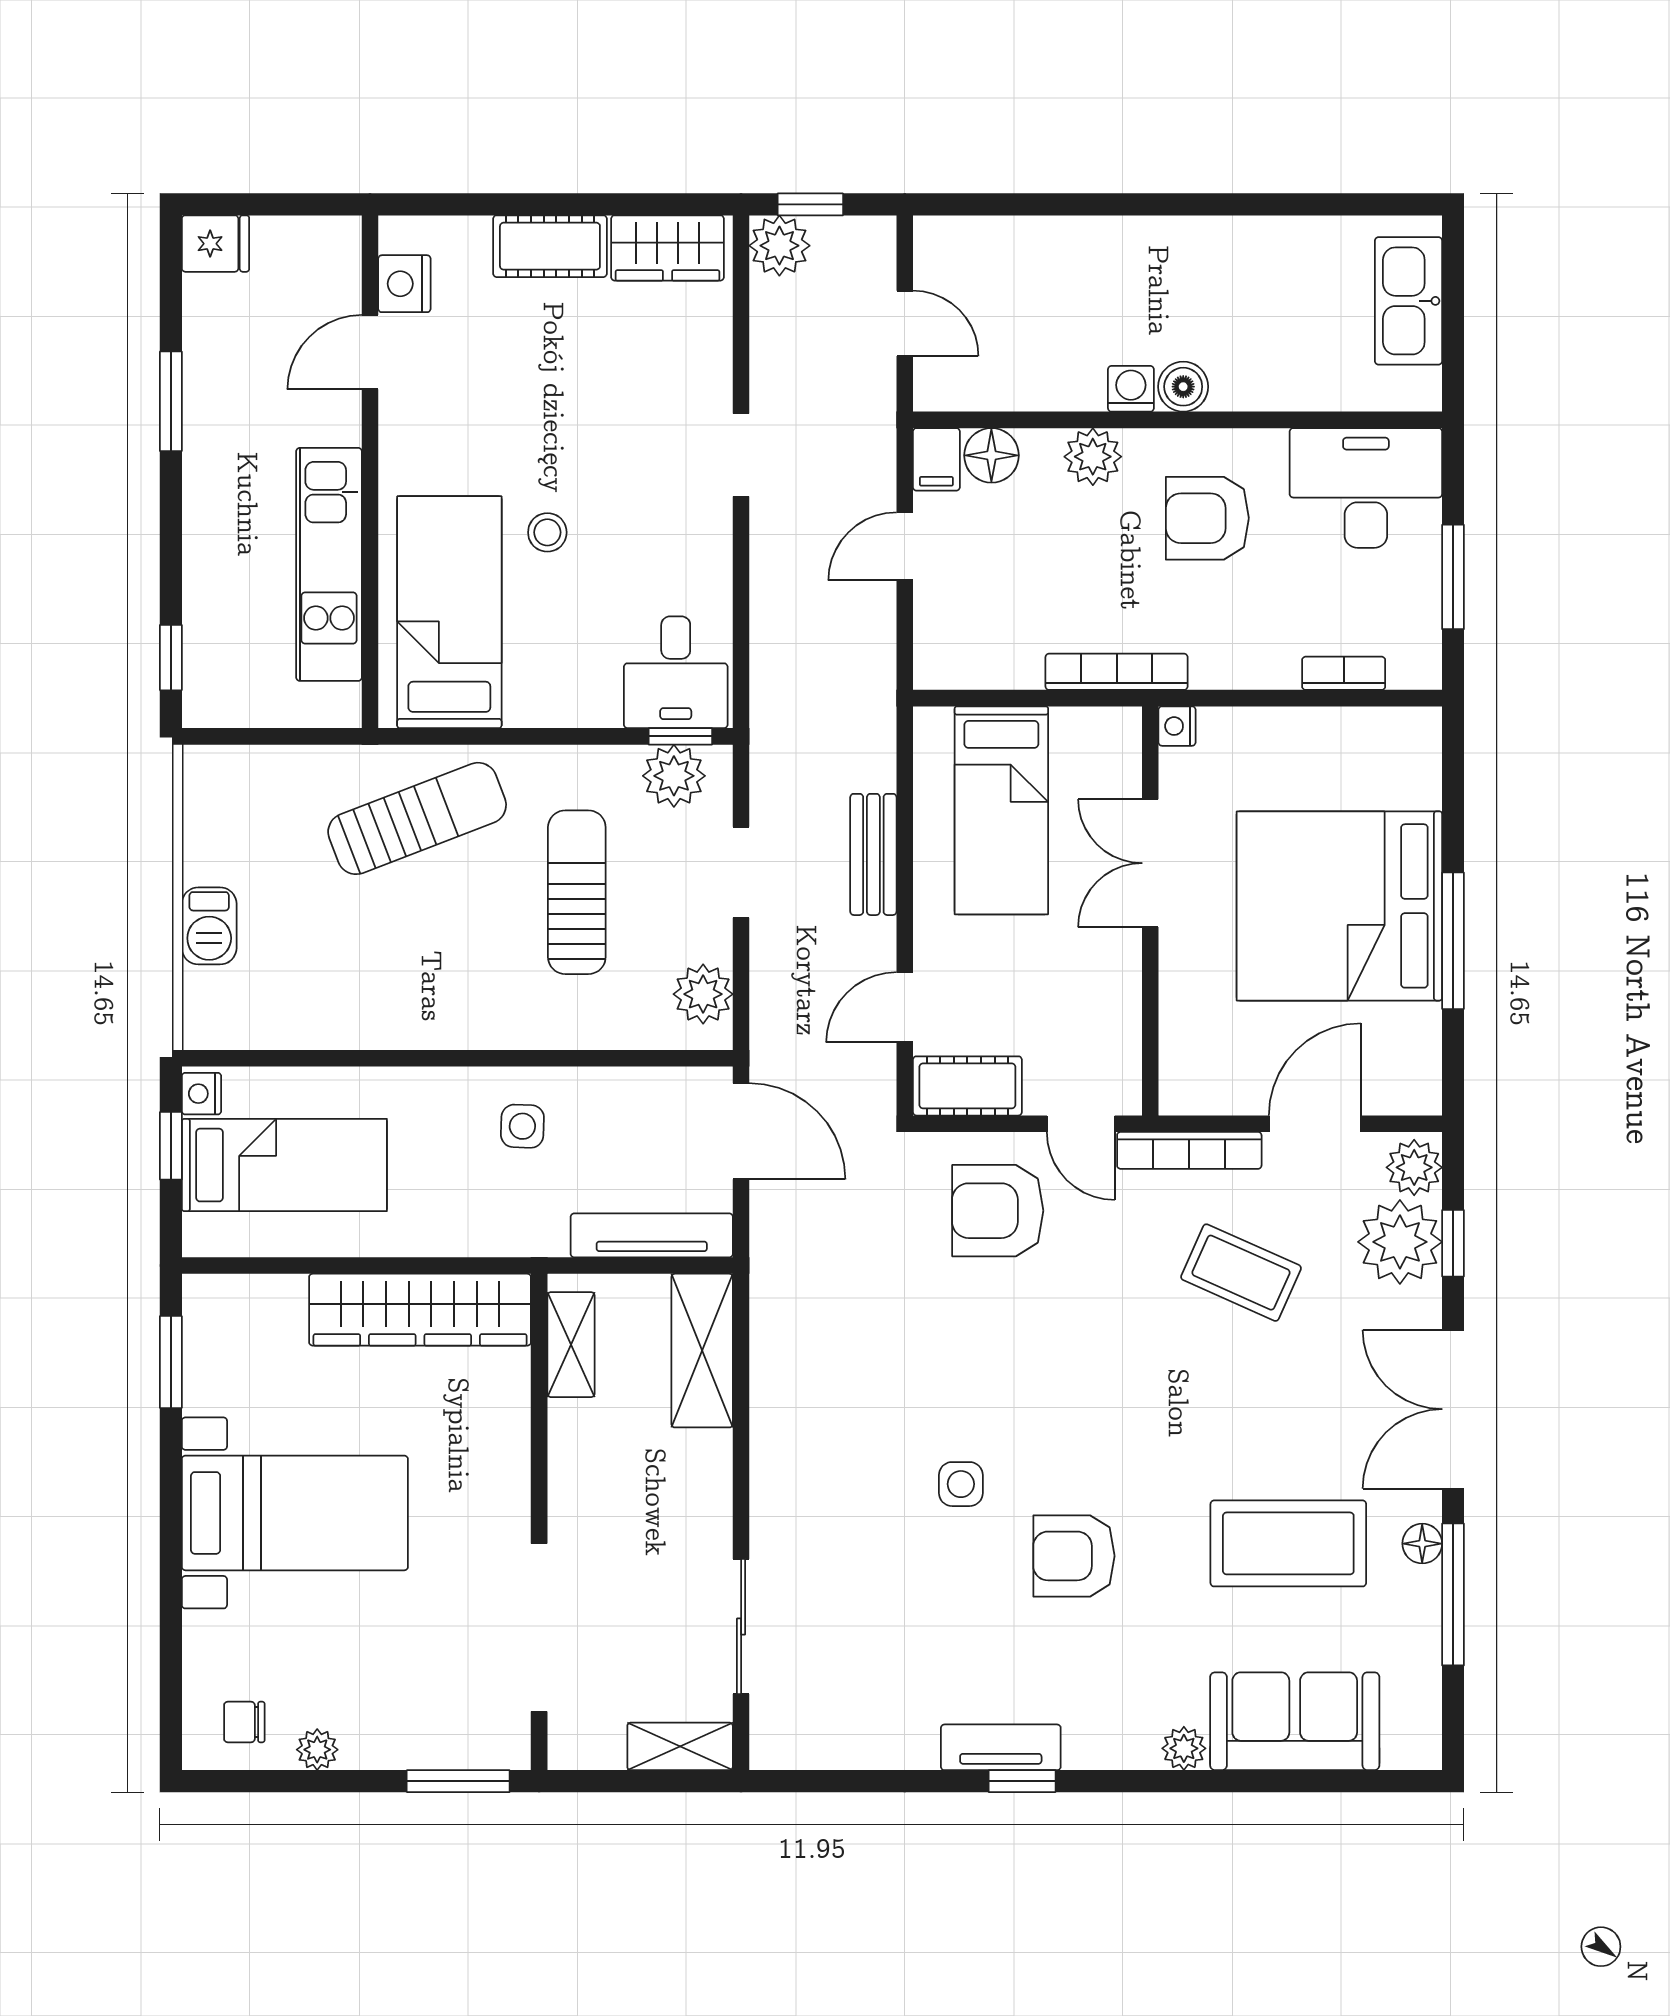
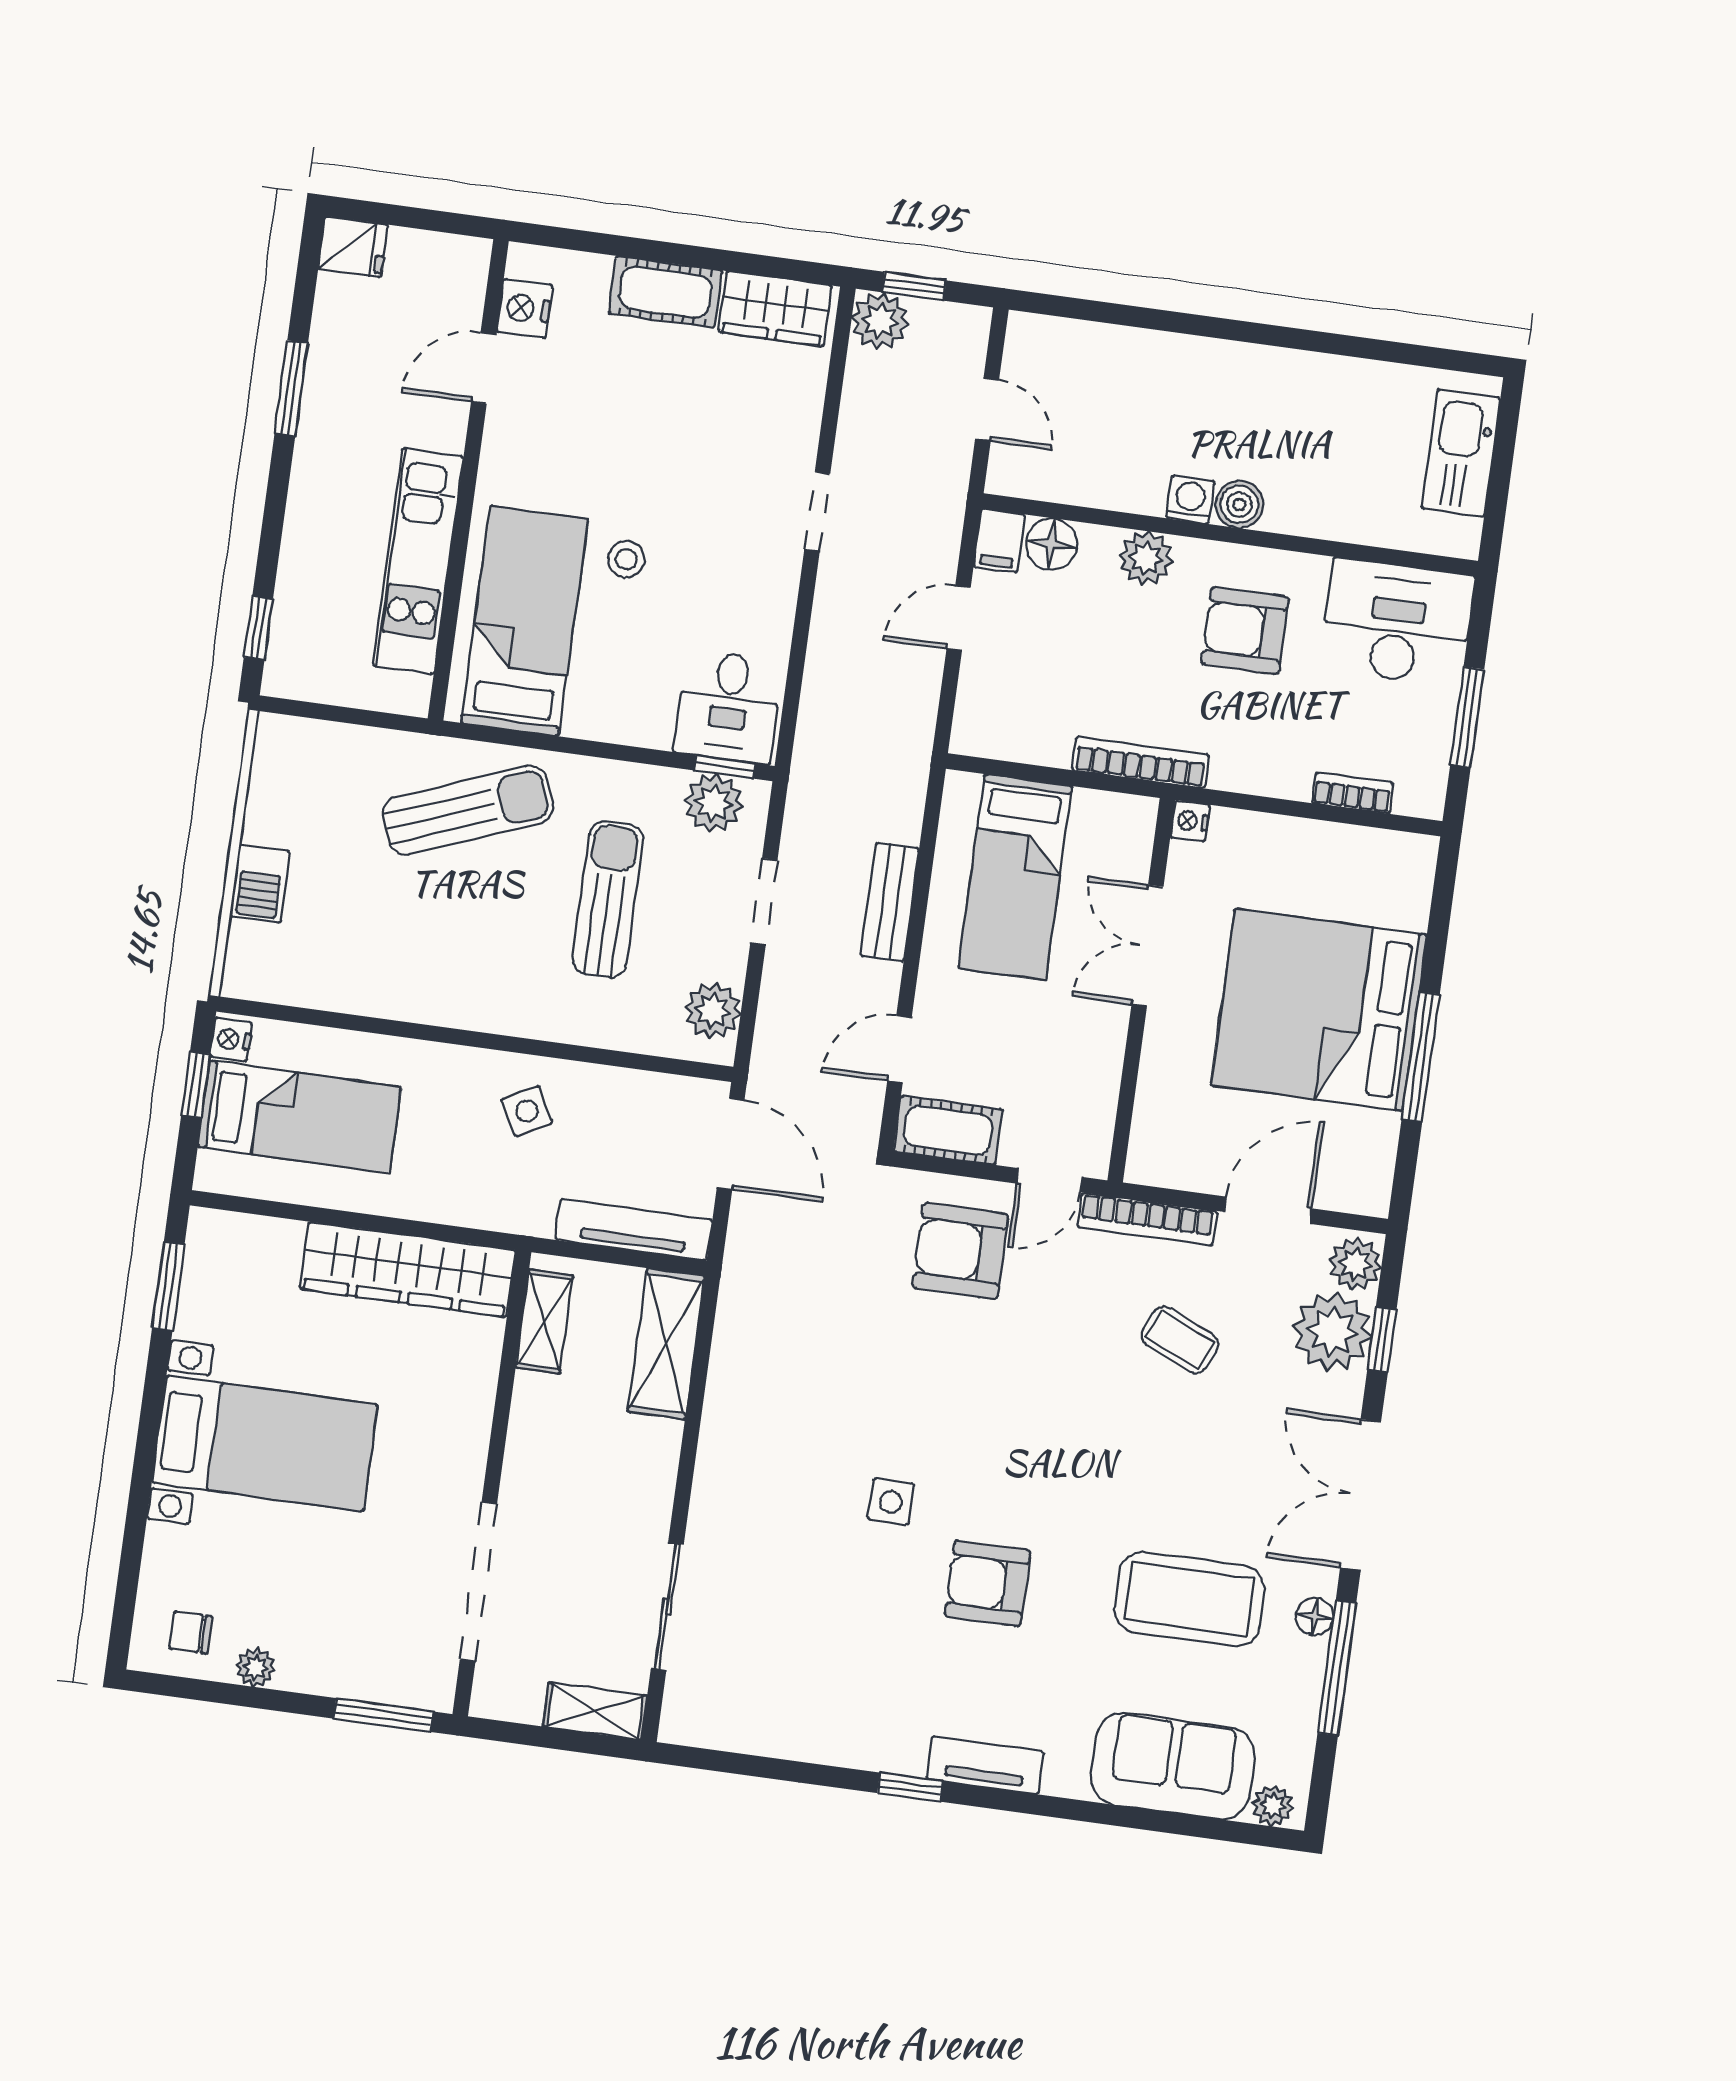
door: (1081, 1124) -> (1049, 1180), hinge flipped
side table: (522, 1126) -> (527, 1111), turned -30
coffee table: (1241, 1273) -> (1180, 1340), width x0.73, depth x0.77
tv unit: (1001, 1747) -> (985, 1765), moved
plant: (1184, 1748) -> (1273, 1806), moved

